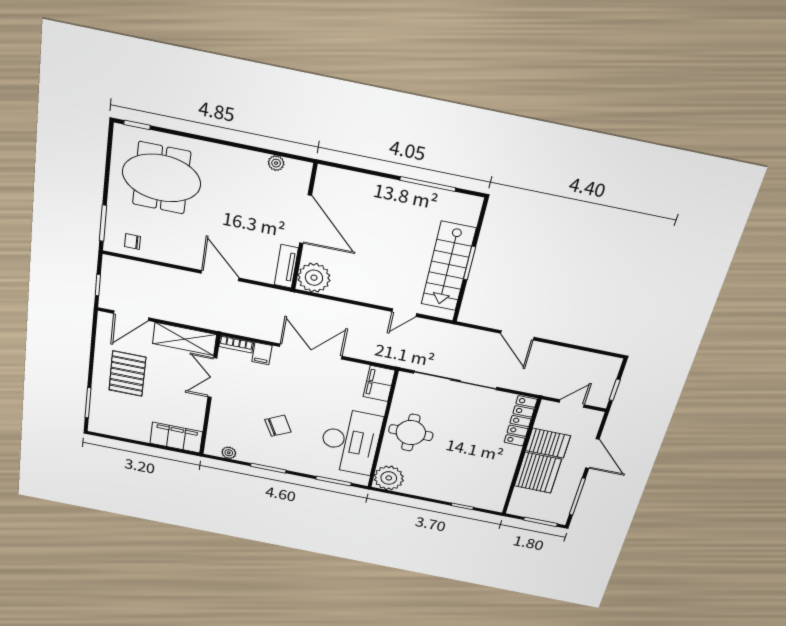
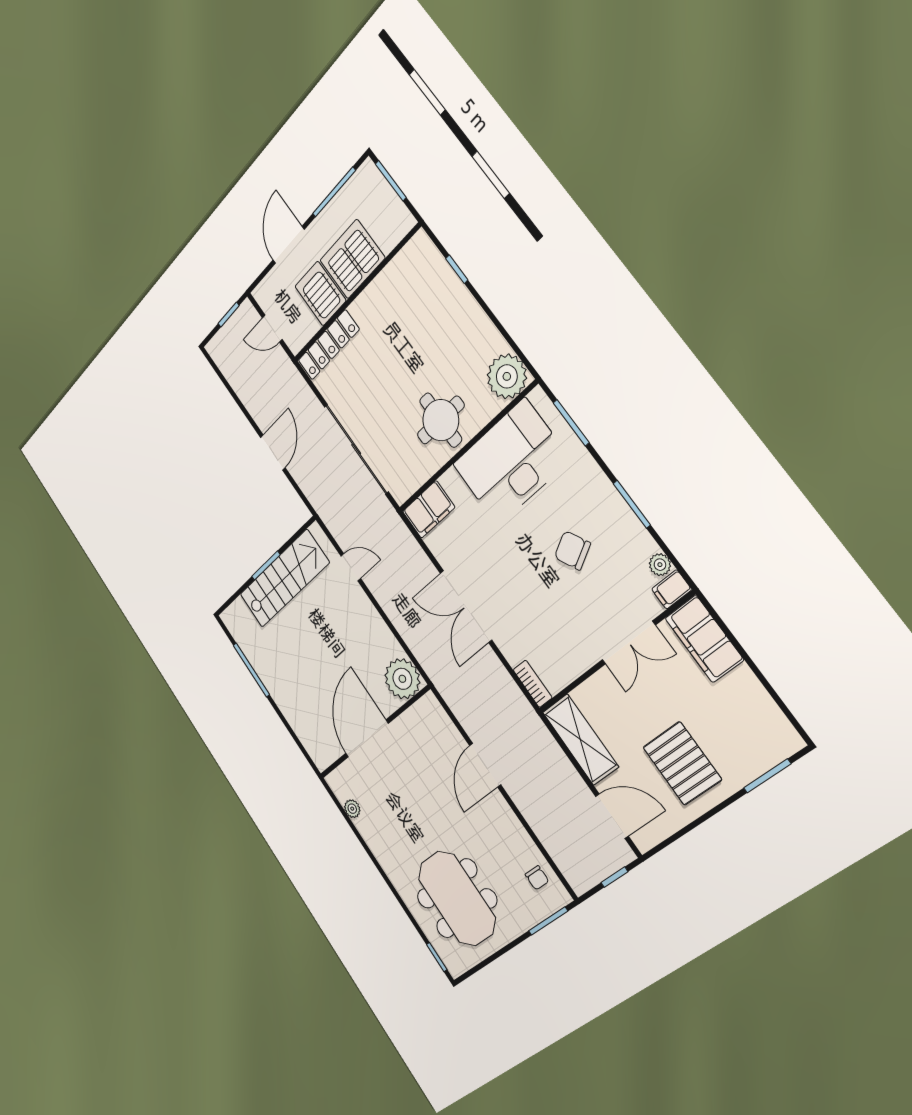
tv unit: (286, 266) -> (418, 714), removed
filing cabinet: (262, 354) -> (672, 589), moved, turned 180
pallet: (127, 374) -> (682, 763), turned 90
double door: (212, 378) -> (629, 643), moved

